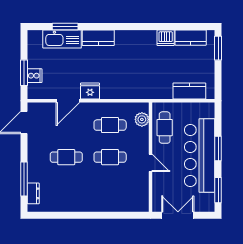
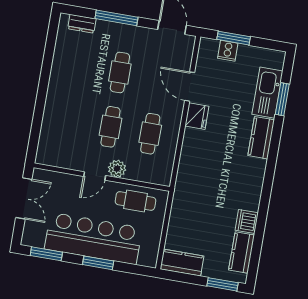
kitchen counter: (189, 91) -> (182, 263), moved, turned -90
plant: (142, 119) -> (117, 169), moved
window: (24, 179) -> (116, 18), moved

